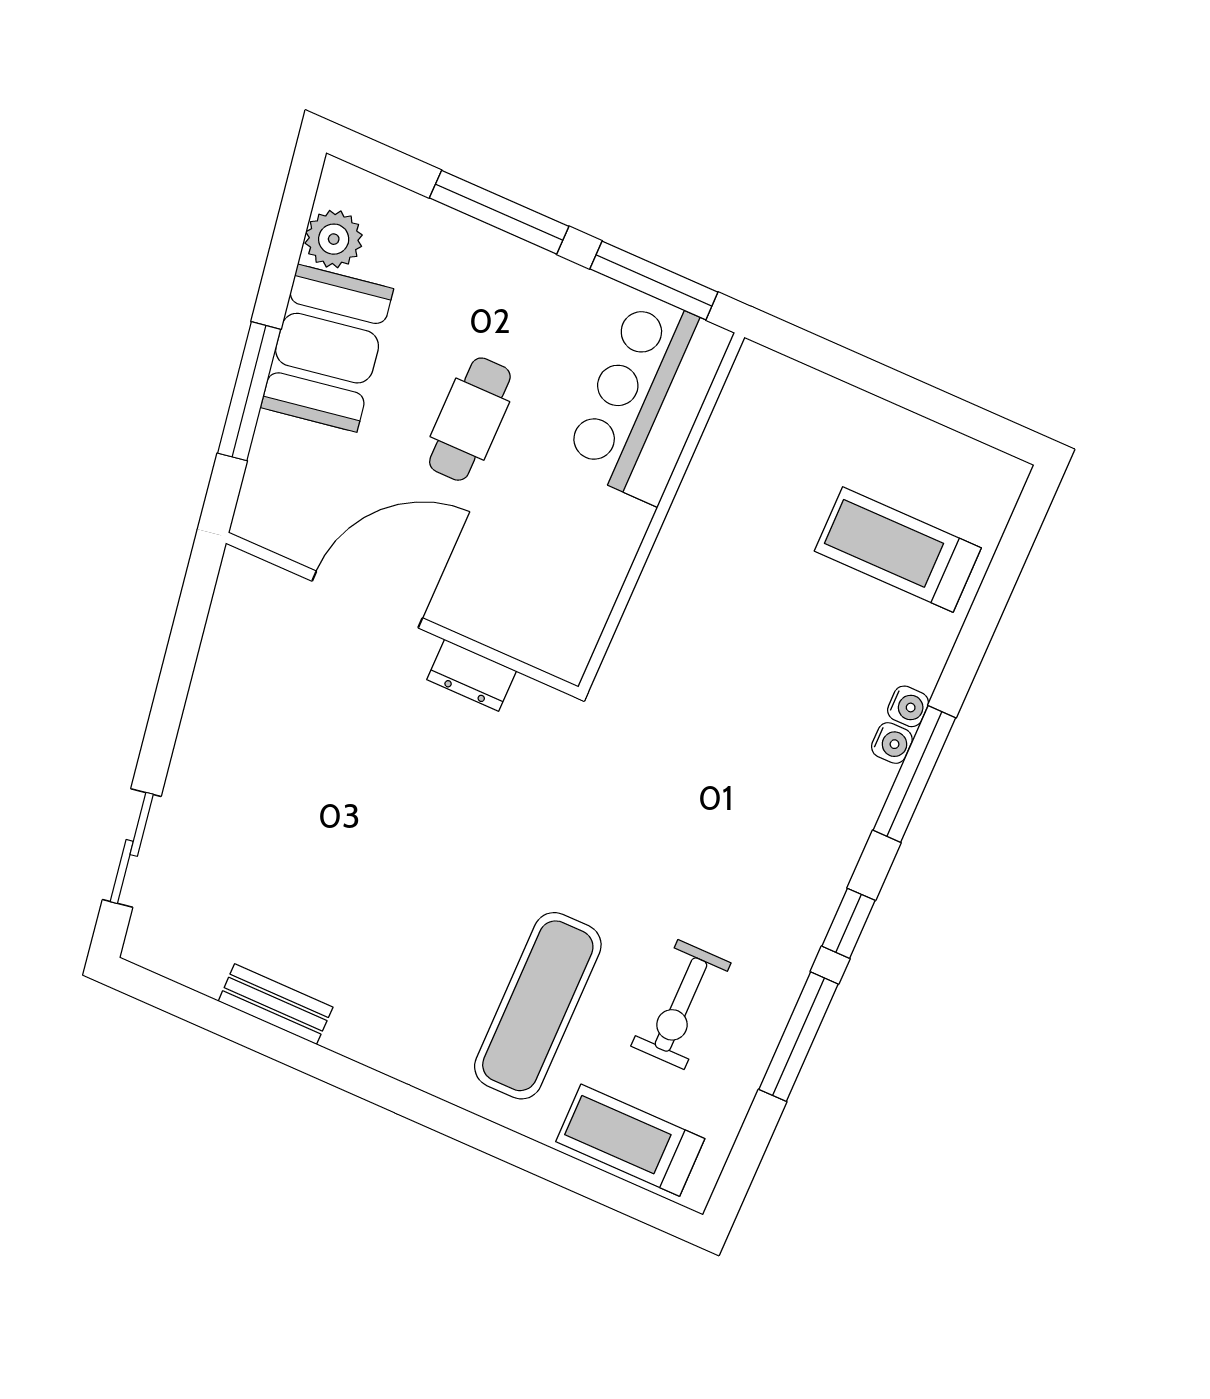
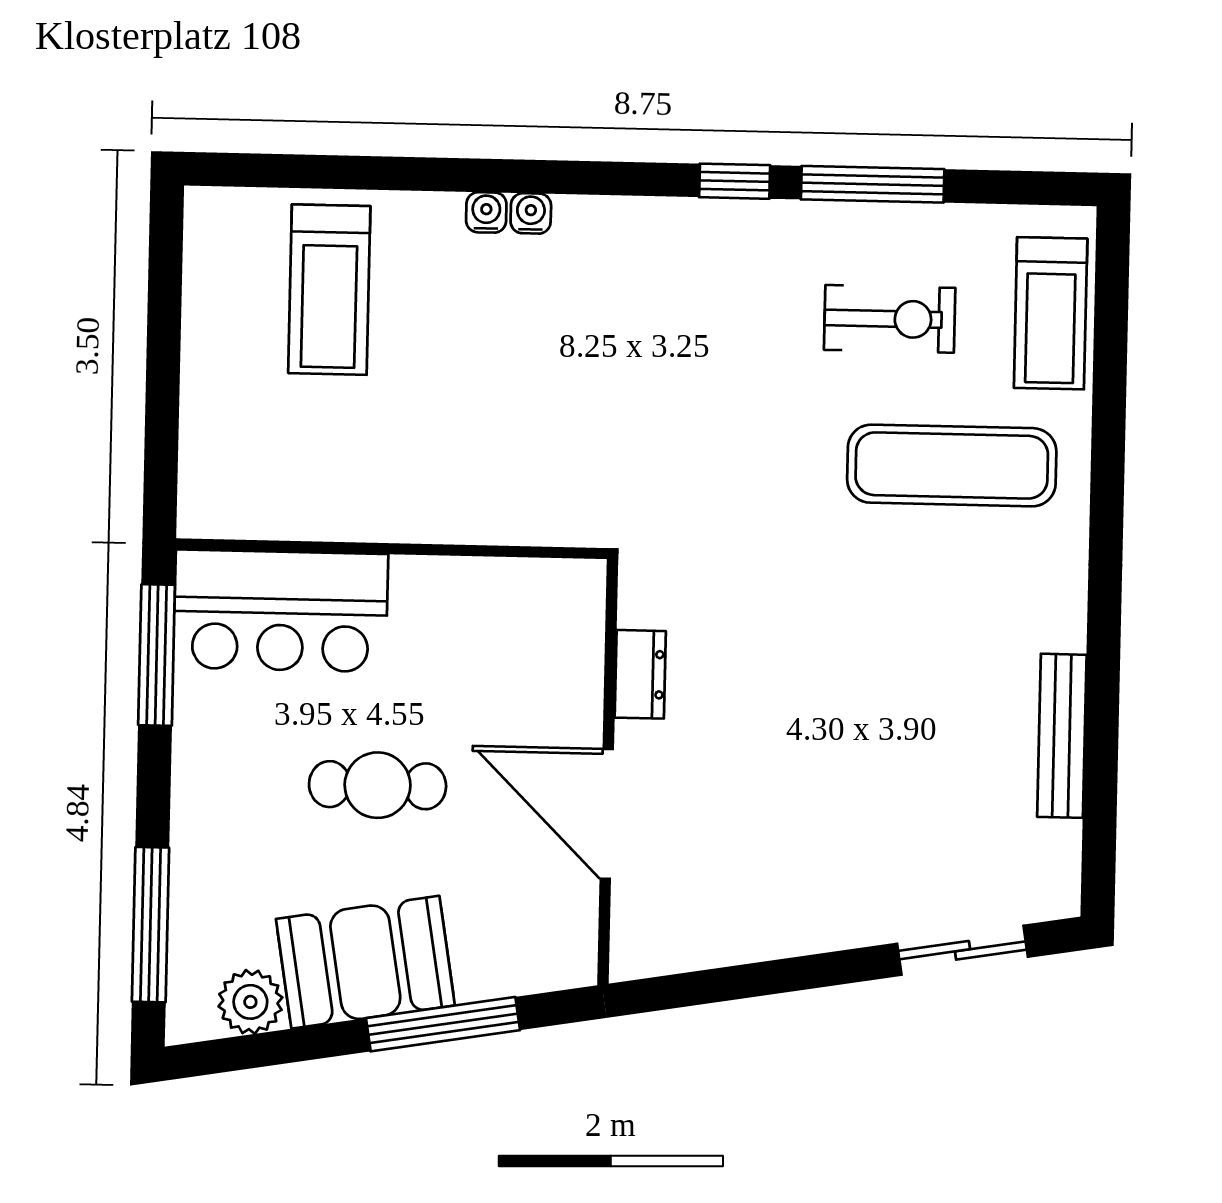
window: (499, 212) -> (150, 925), moved
window: (914, 774) -> (553, 177), removed
bench: (276, 1004) -> (1062, 736), width x1.36

